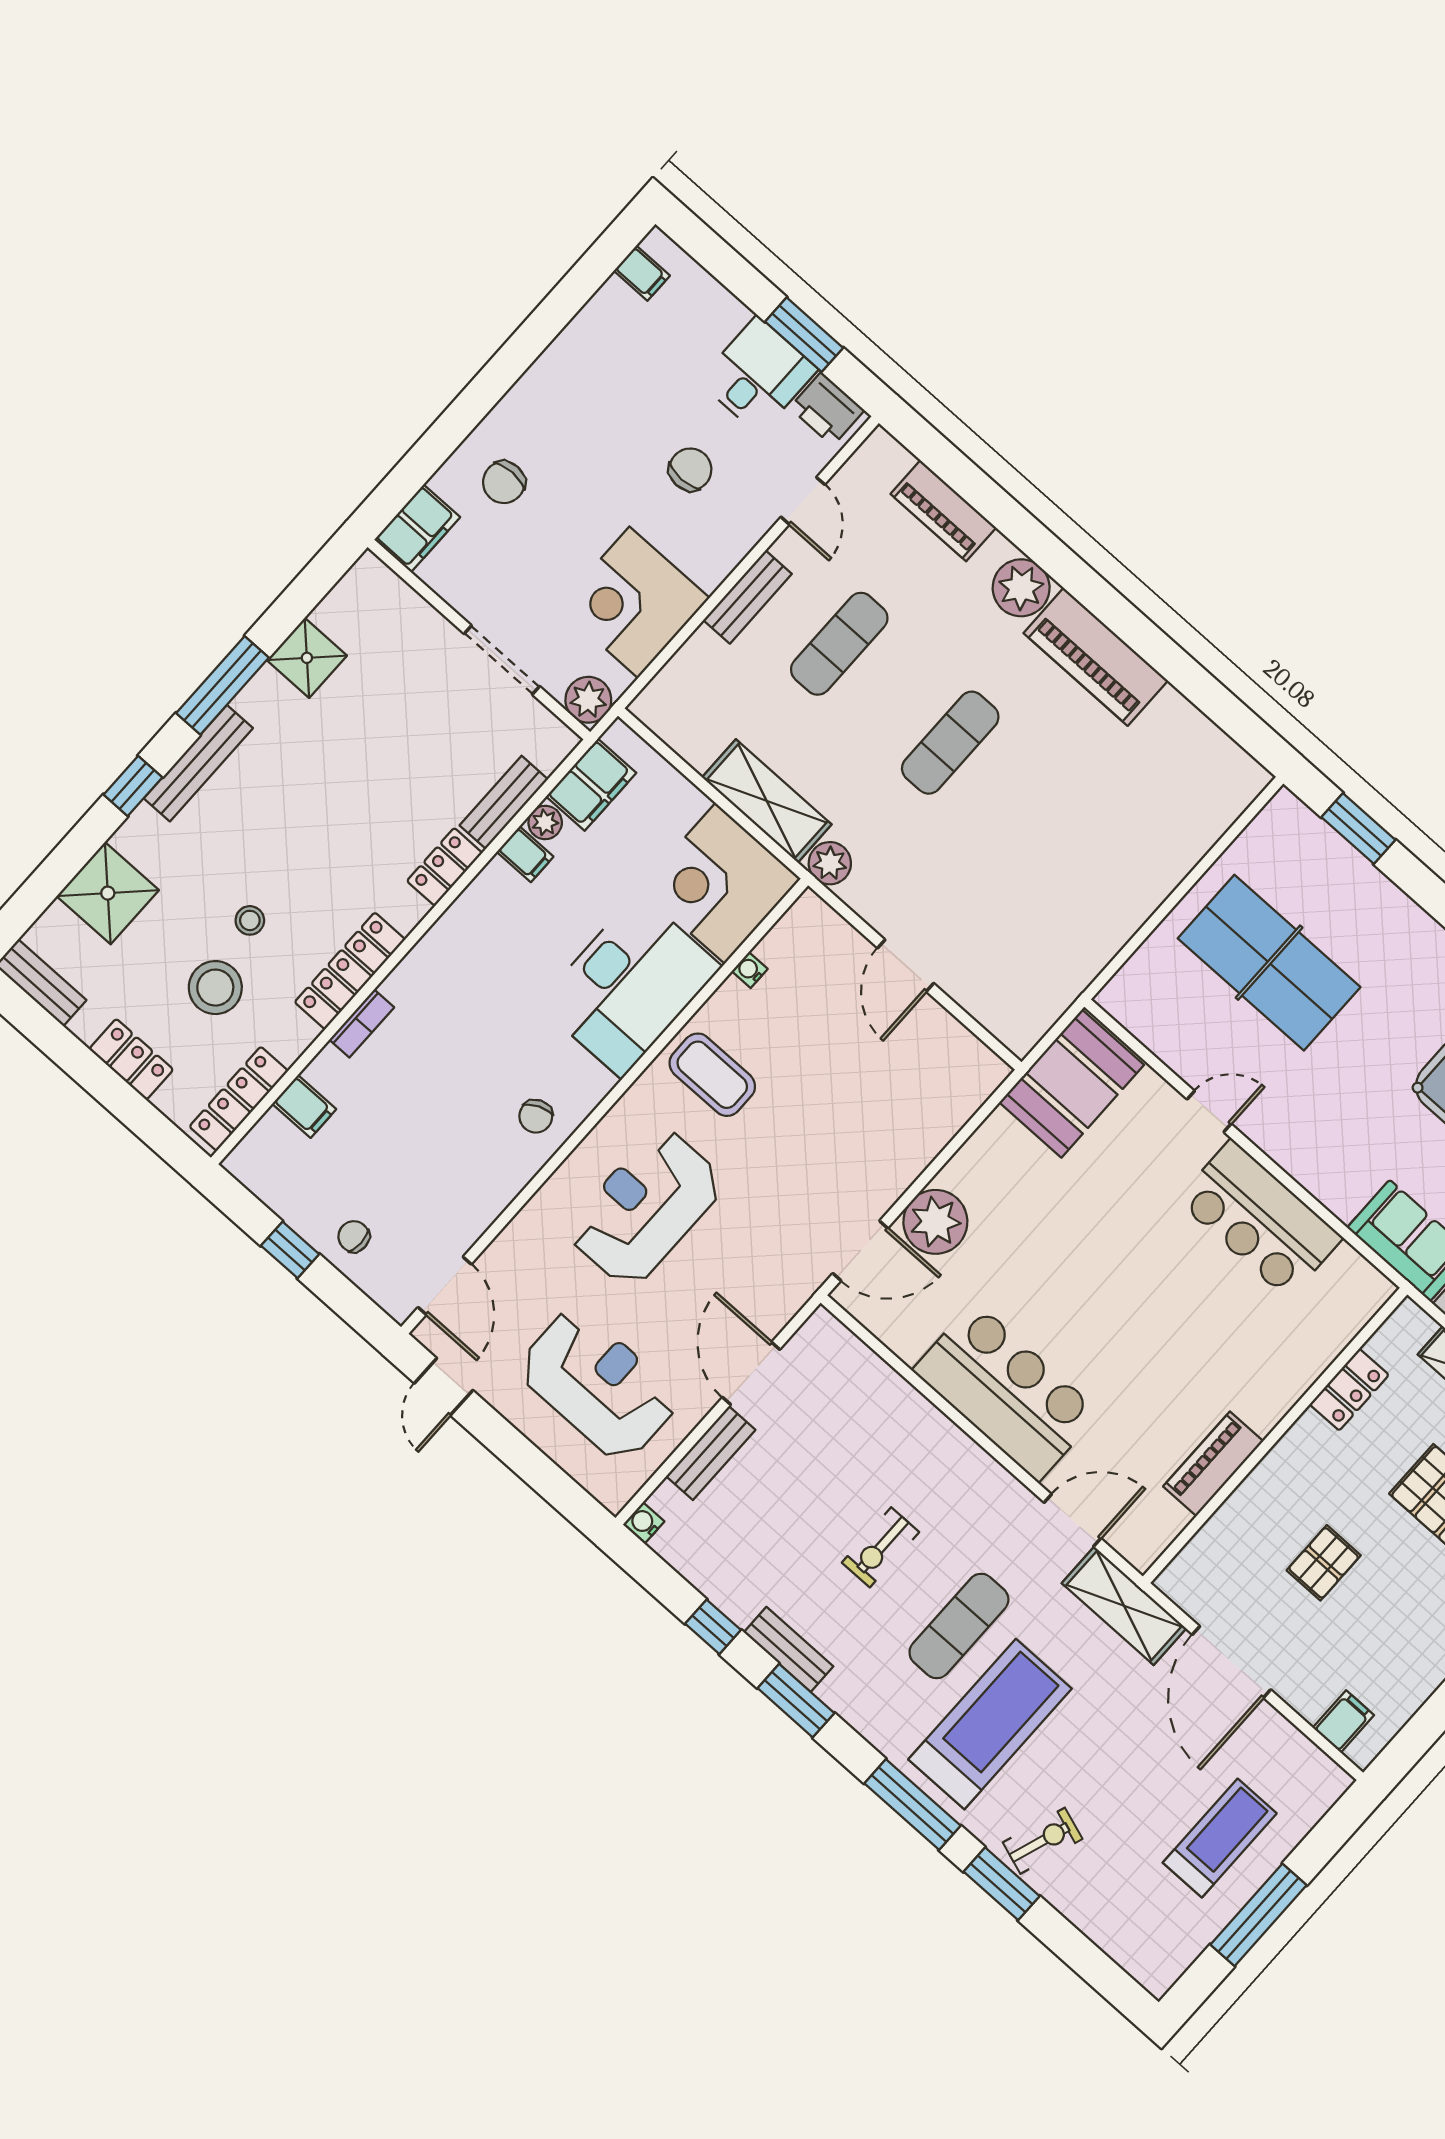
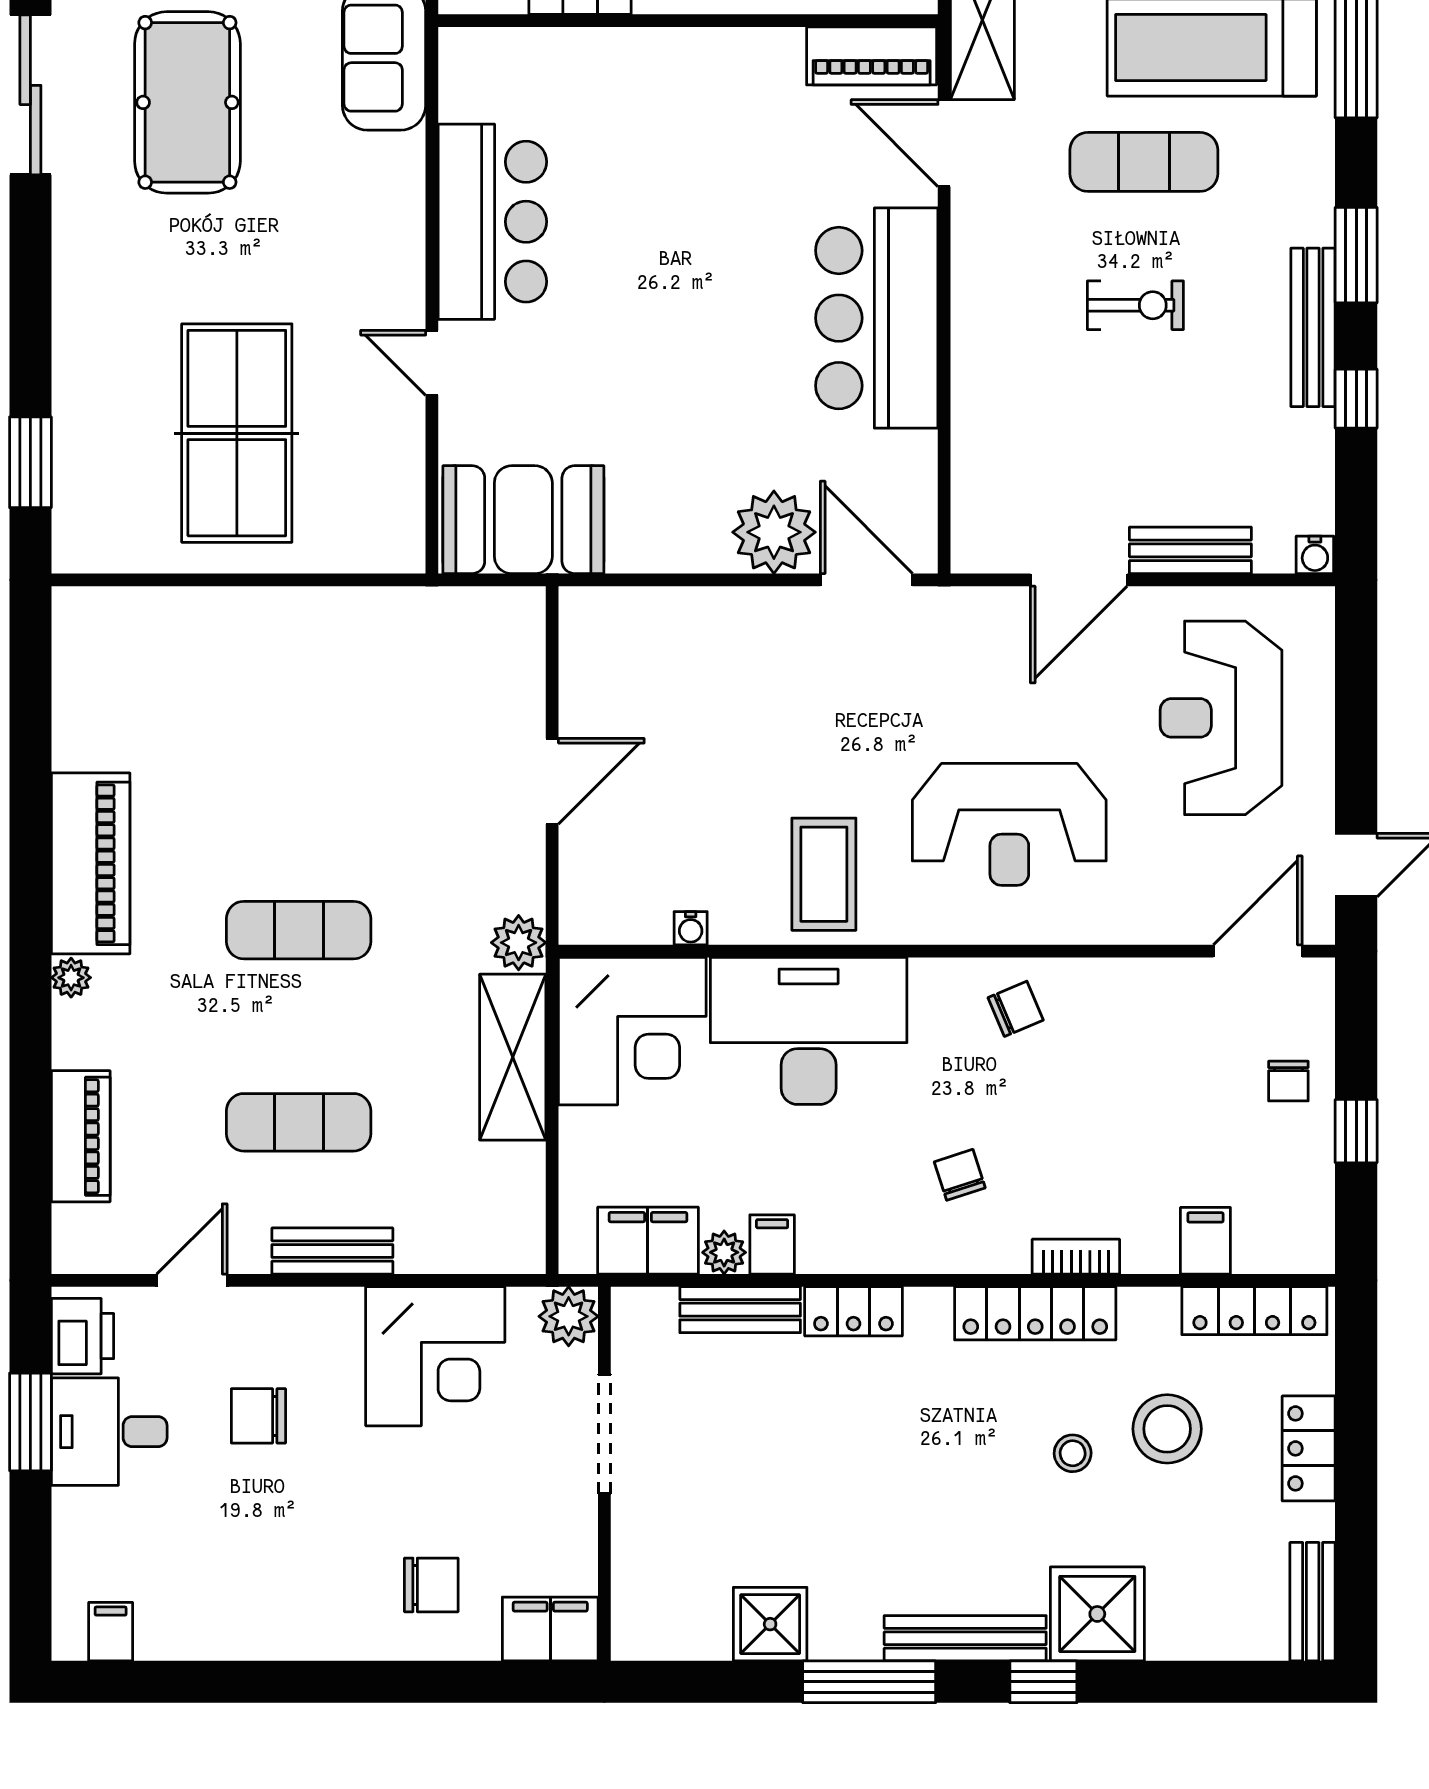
plant: (1021, 588) -> (71, 978), width x0.53, depth x0.53
shower: (108, 893) -> (1097, 1614), moved
chair: (469, 999) -> (960, 1175), added
piano: (1213, 1464) -> (872, 56), moved
bench: (789, 1649) -> (1313, 327), width x1.36

